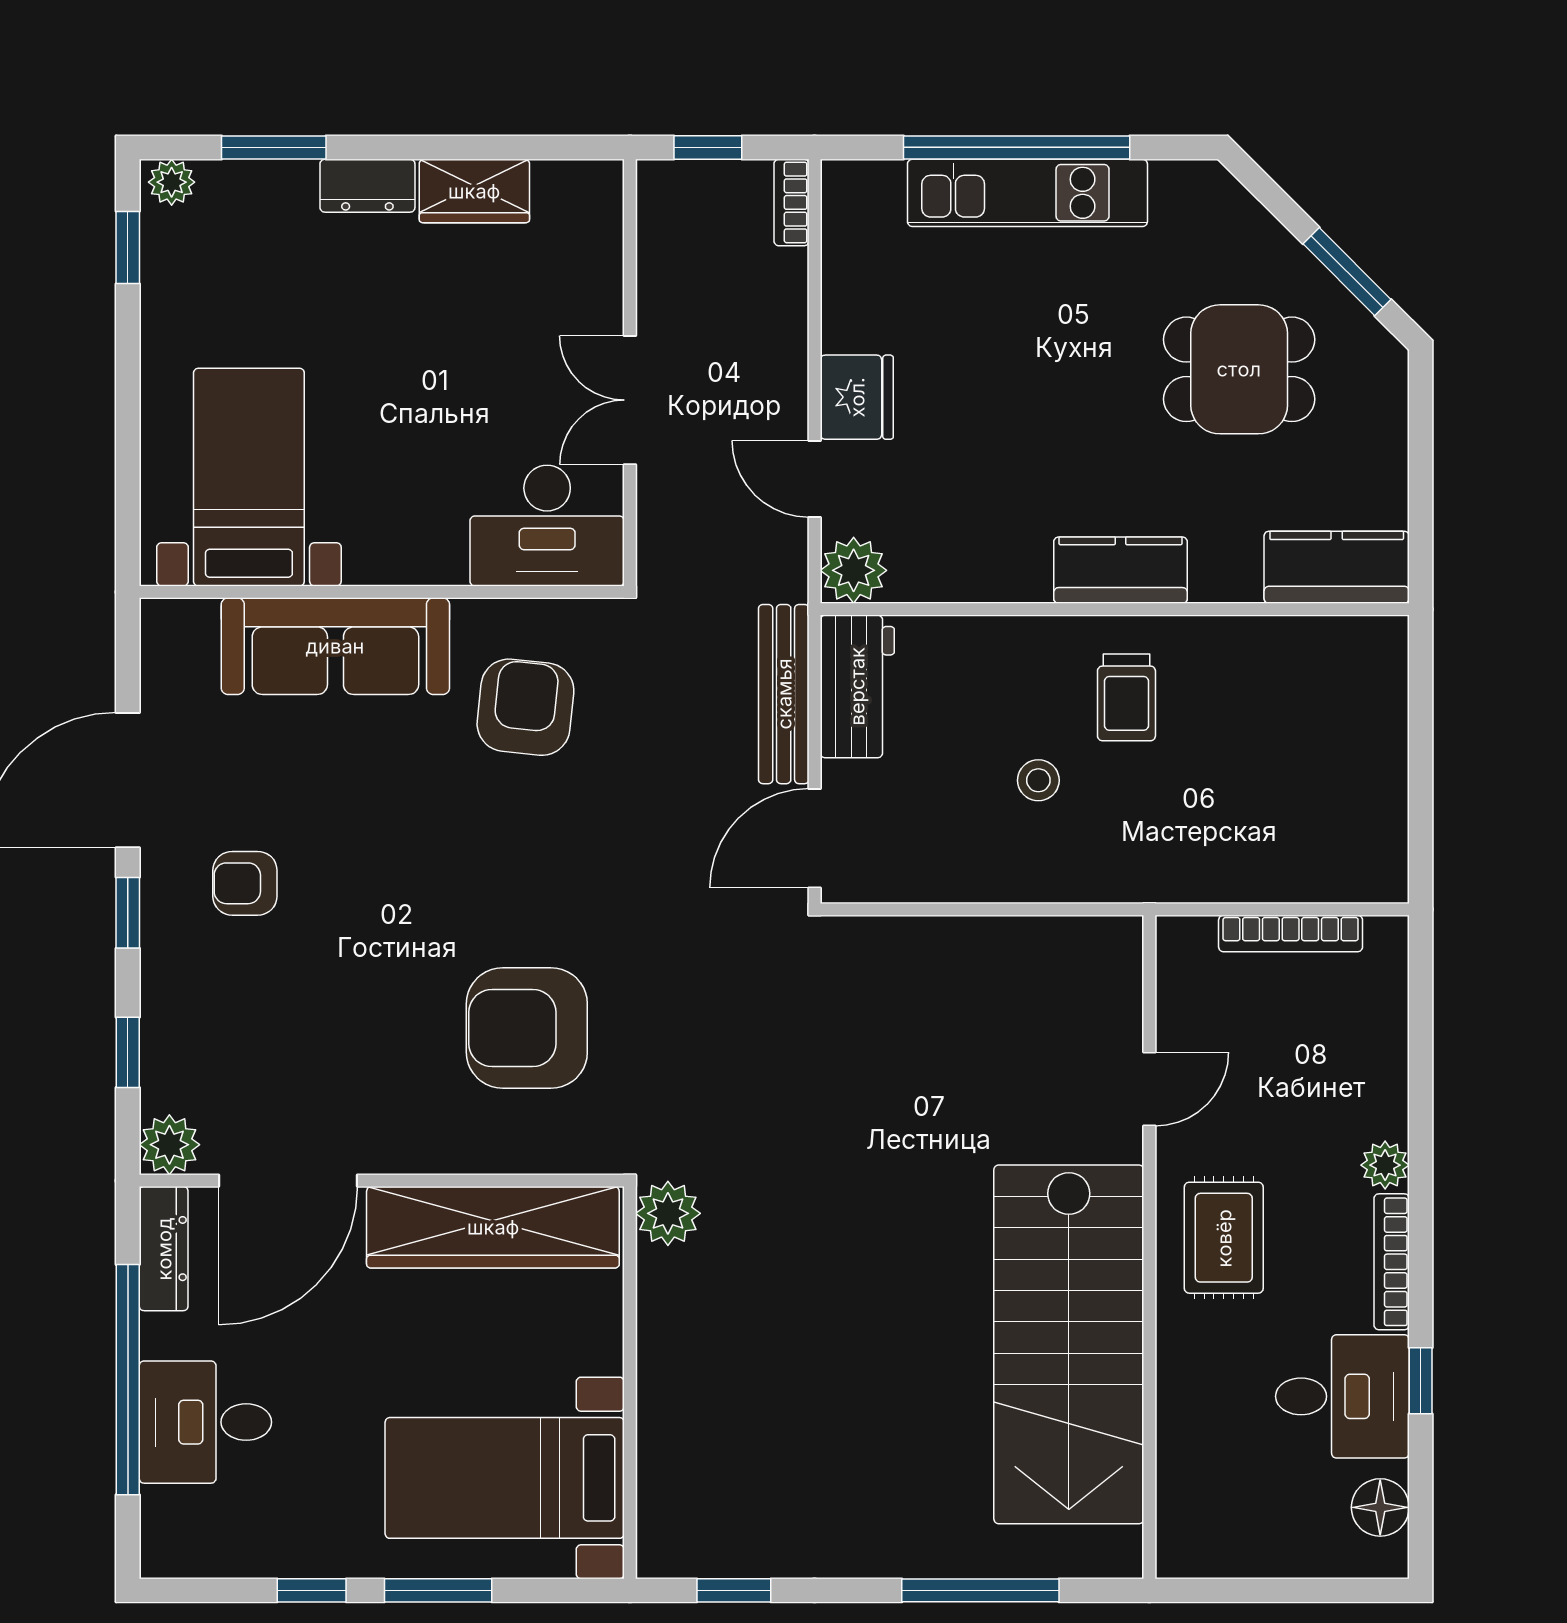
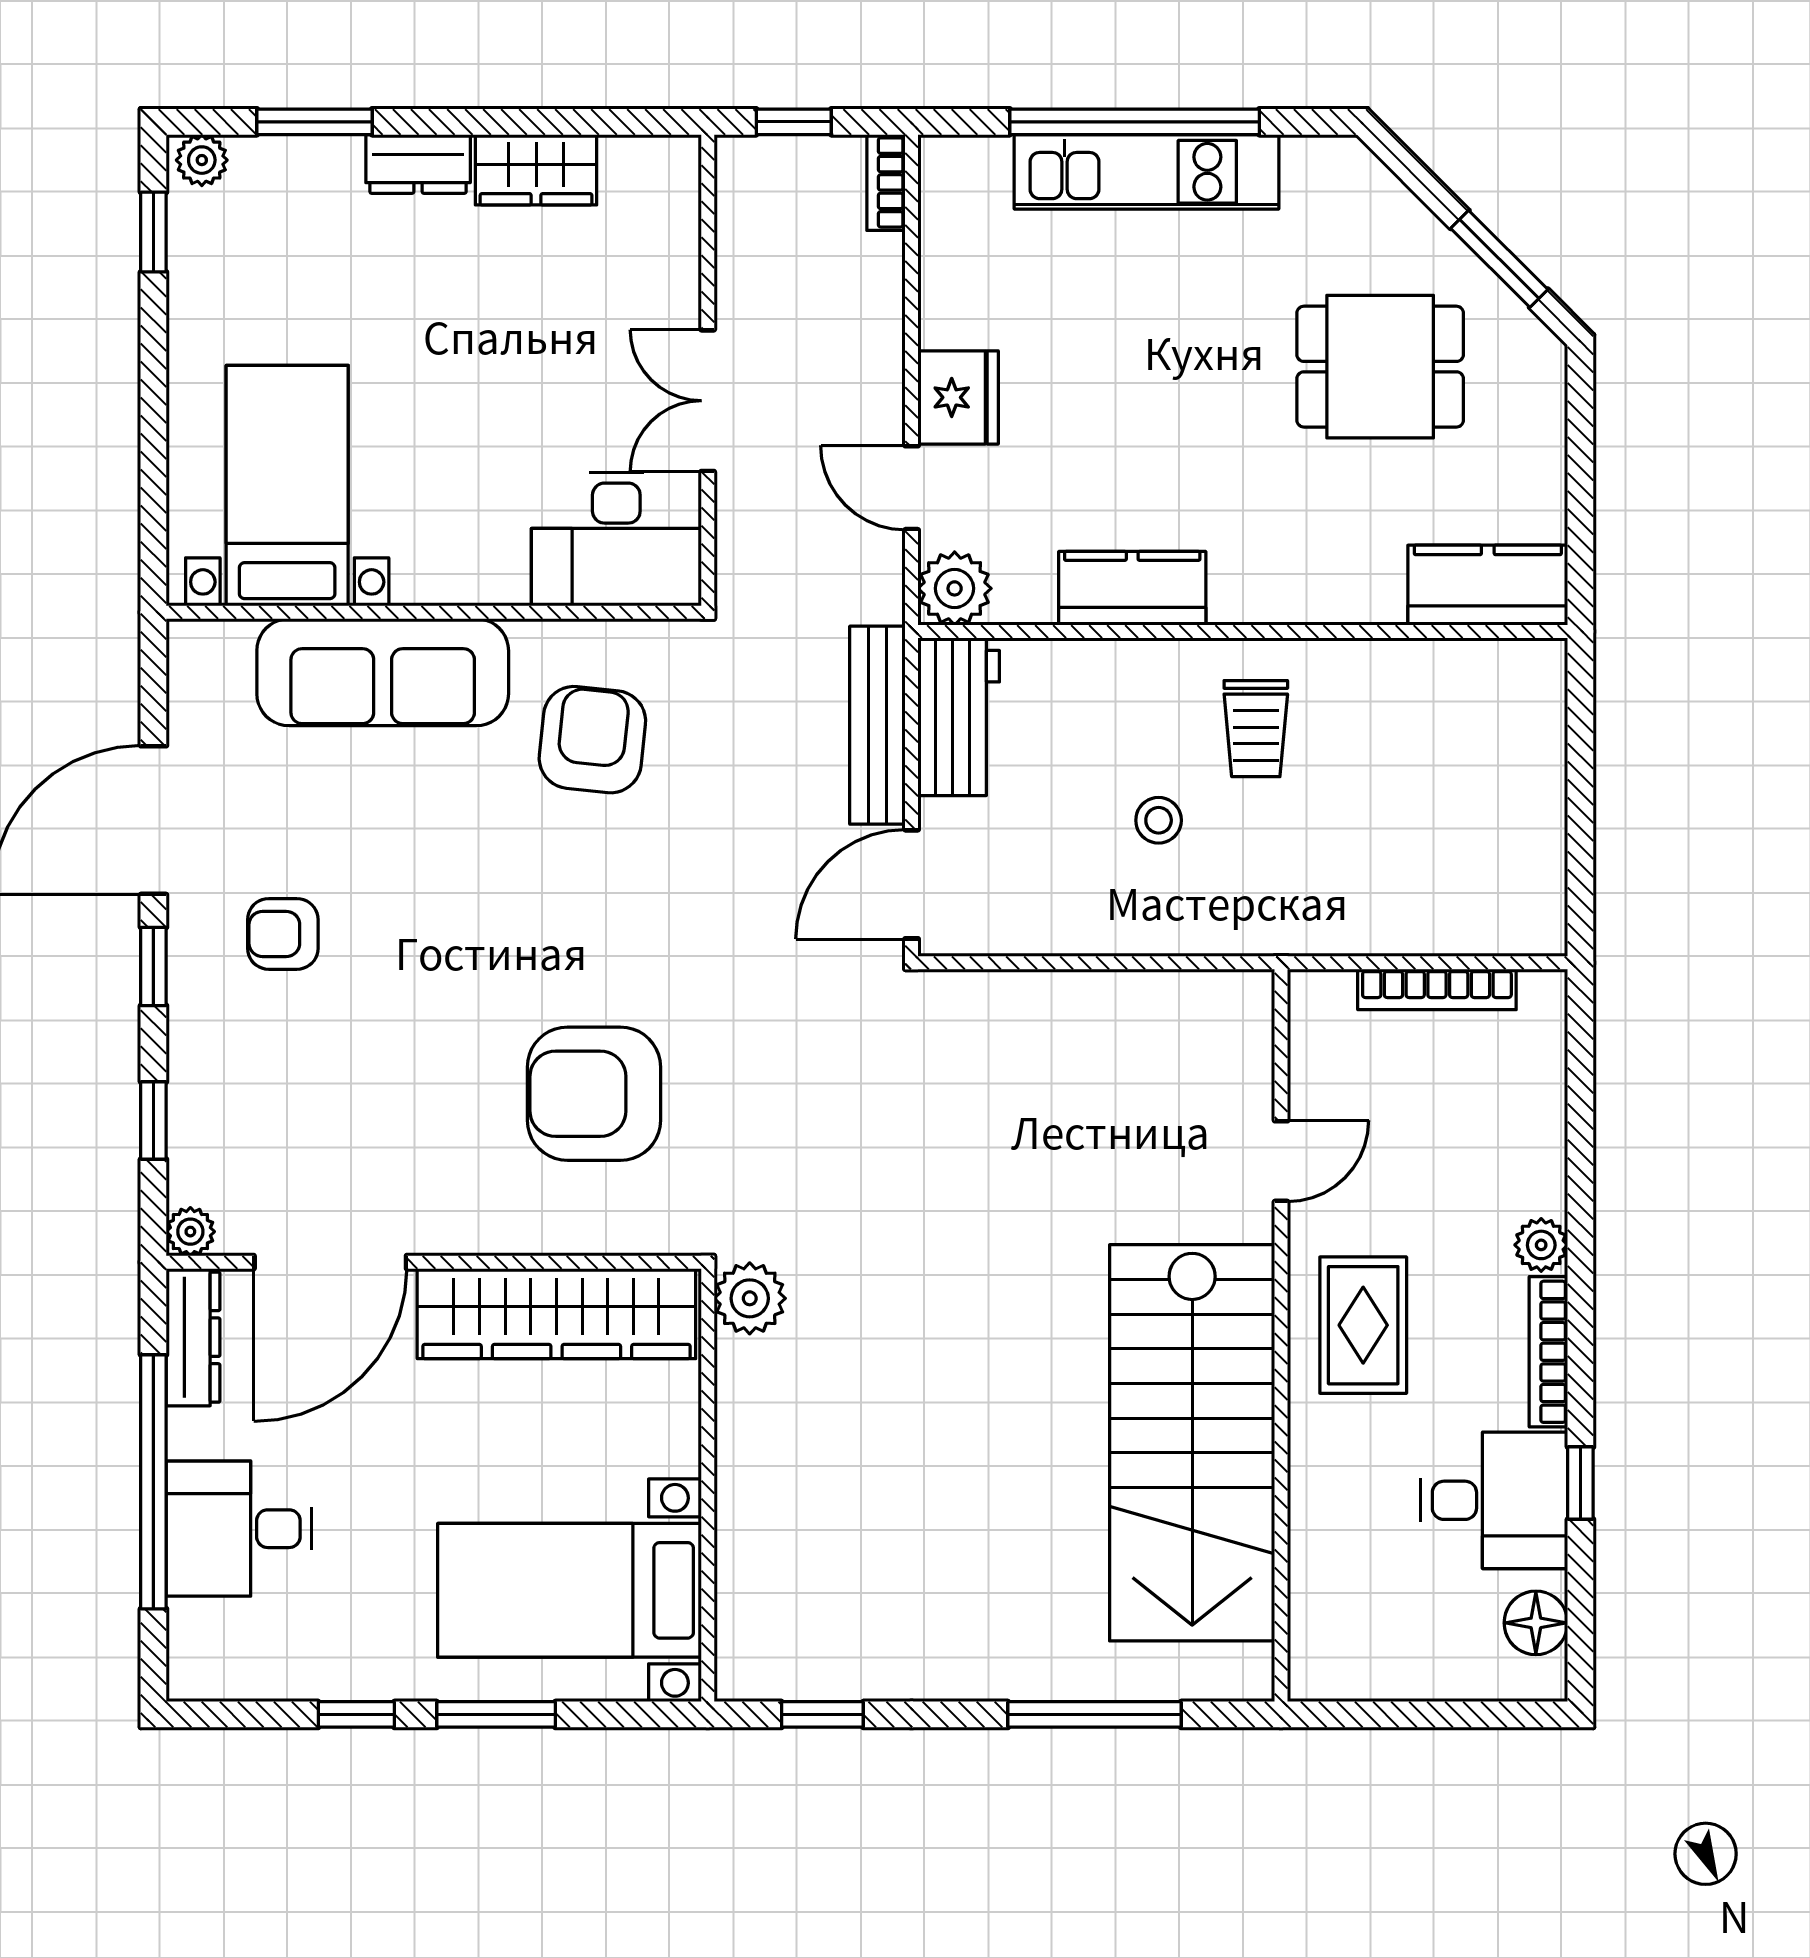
kitchen counter: (1121, 570) -> (1132, 588), moved
plant: (169, 1145) -> (190, 1232), width x0.73, depth x0.73

